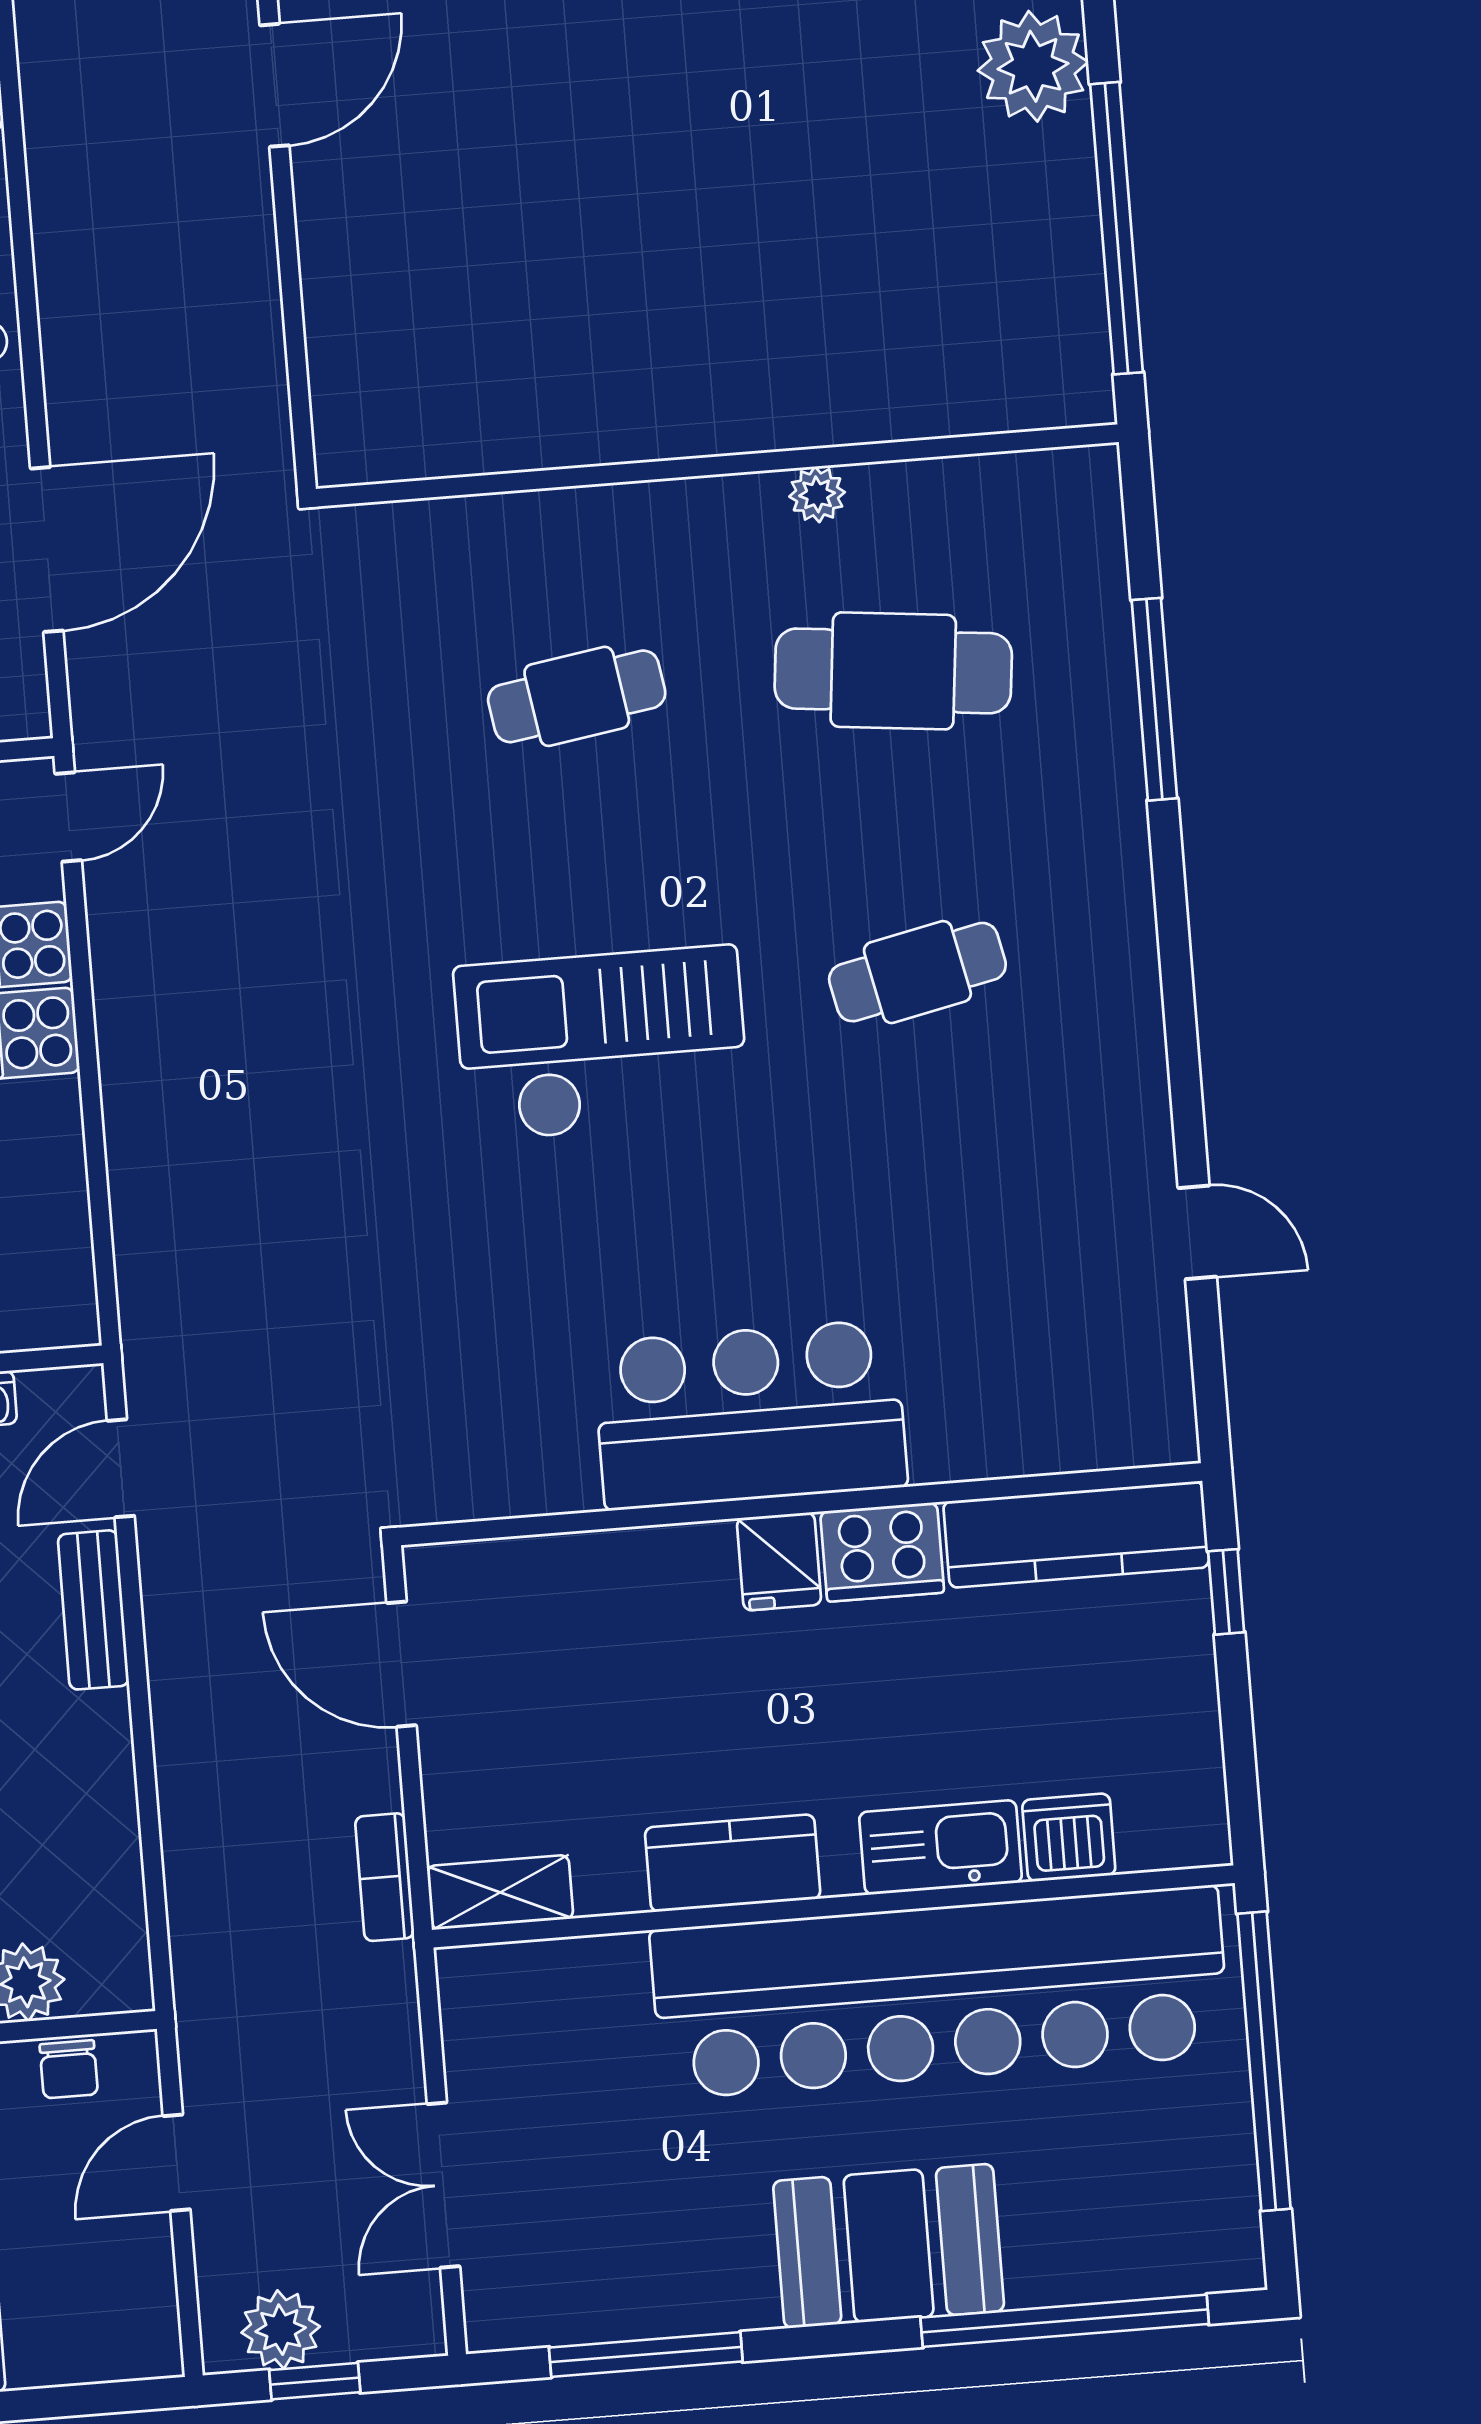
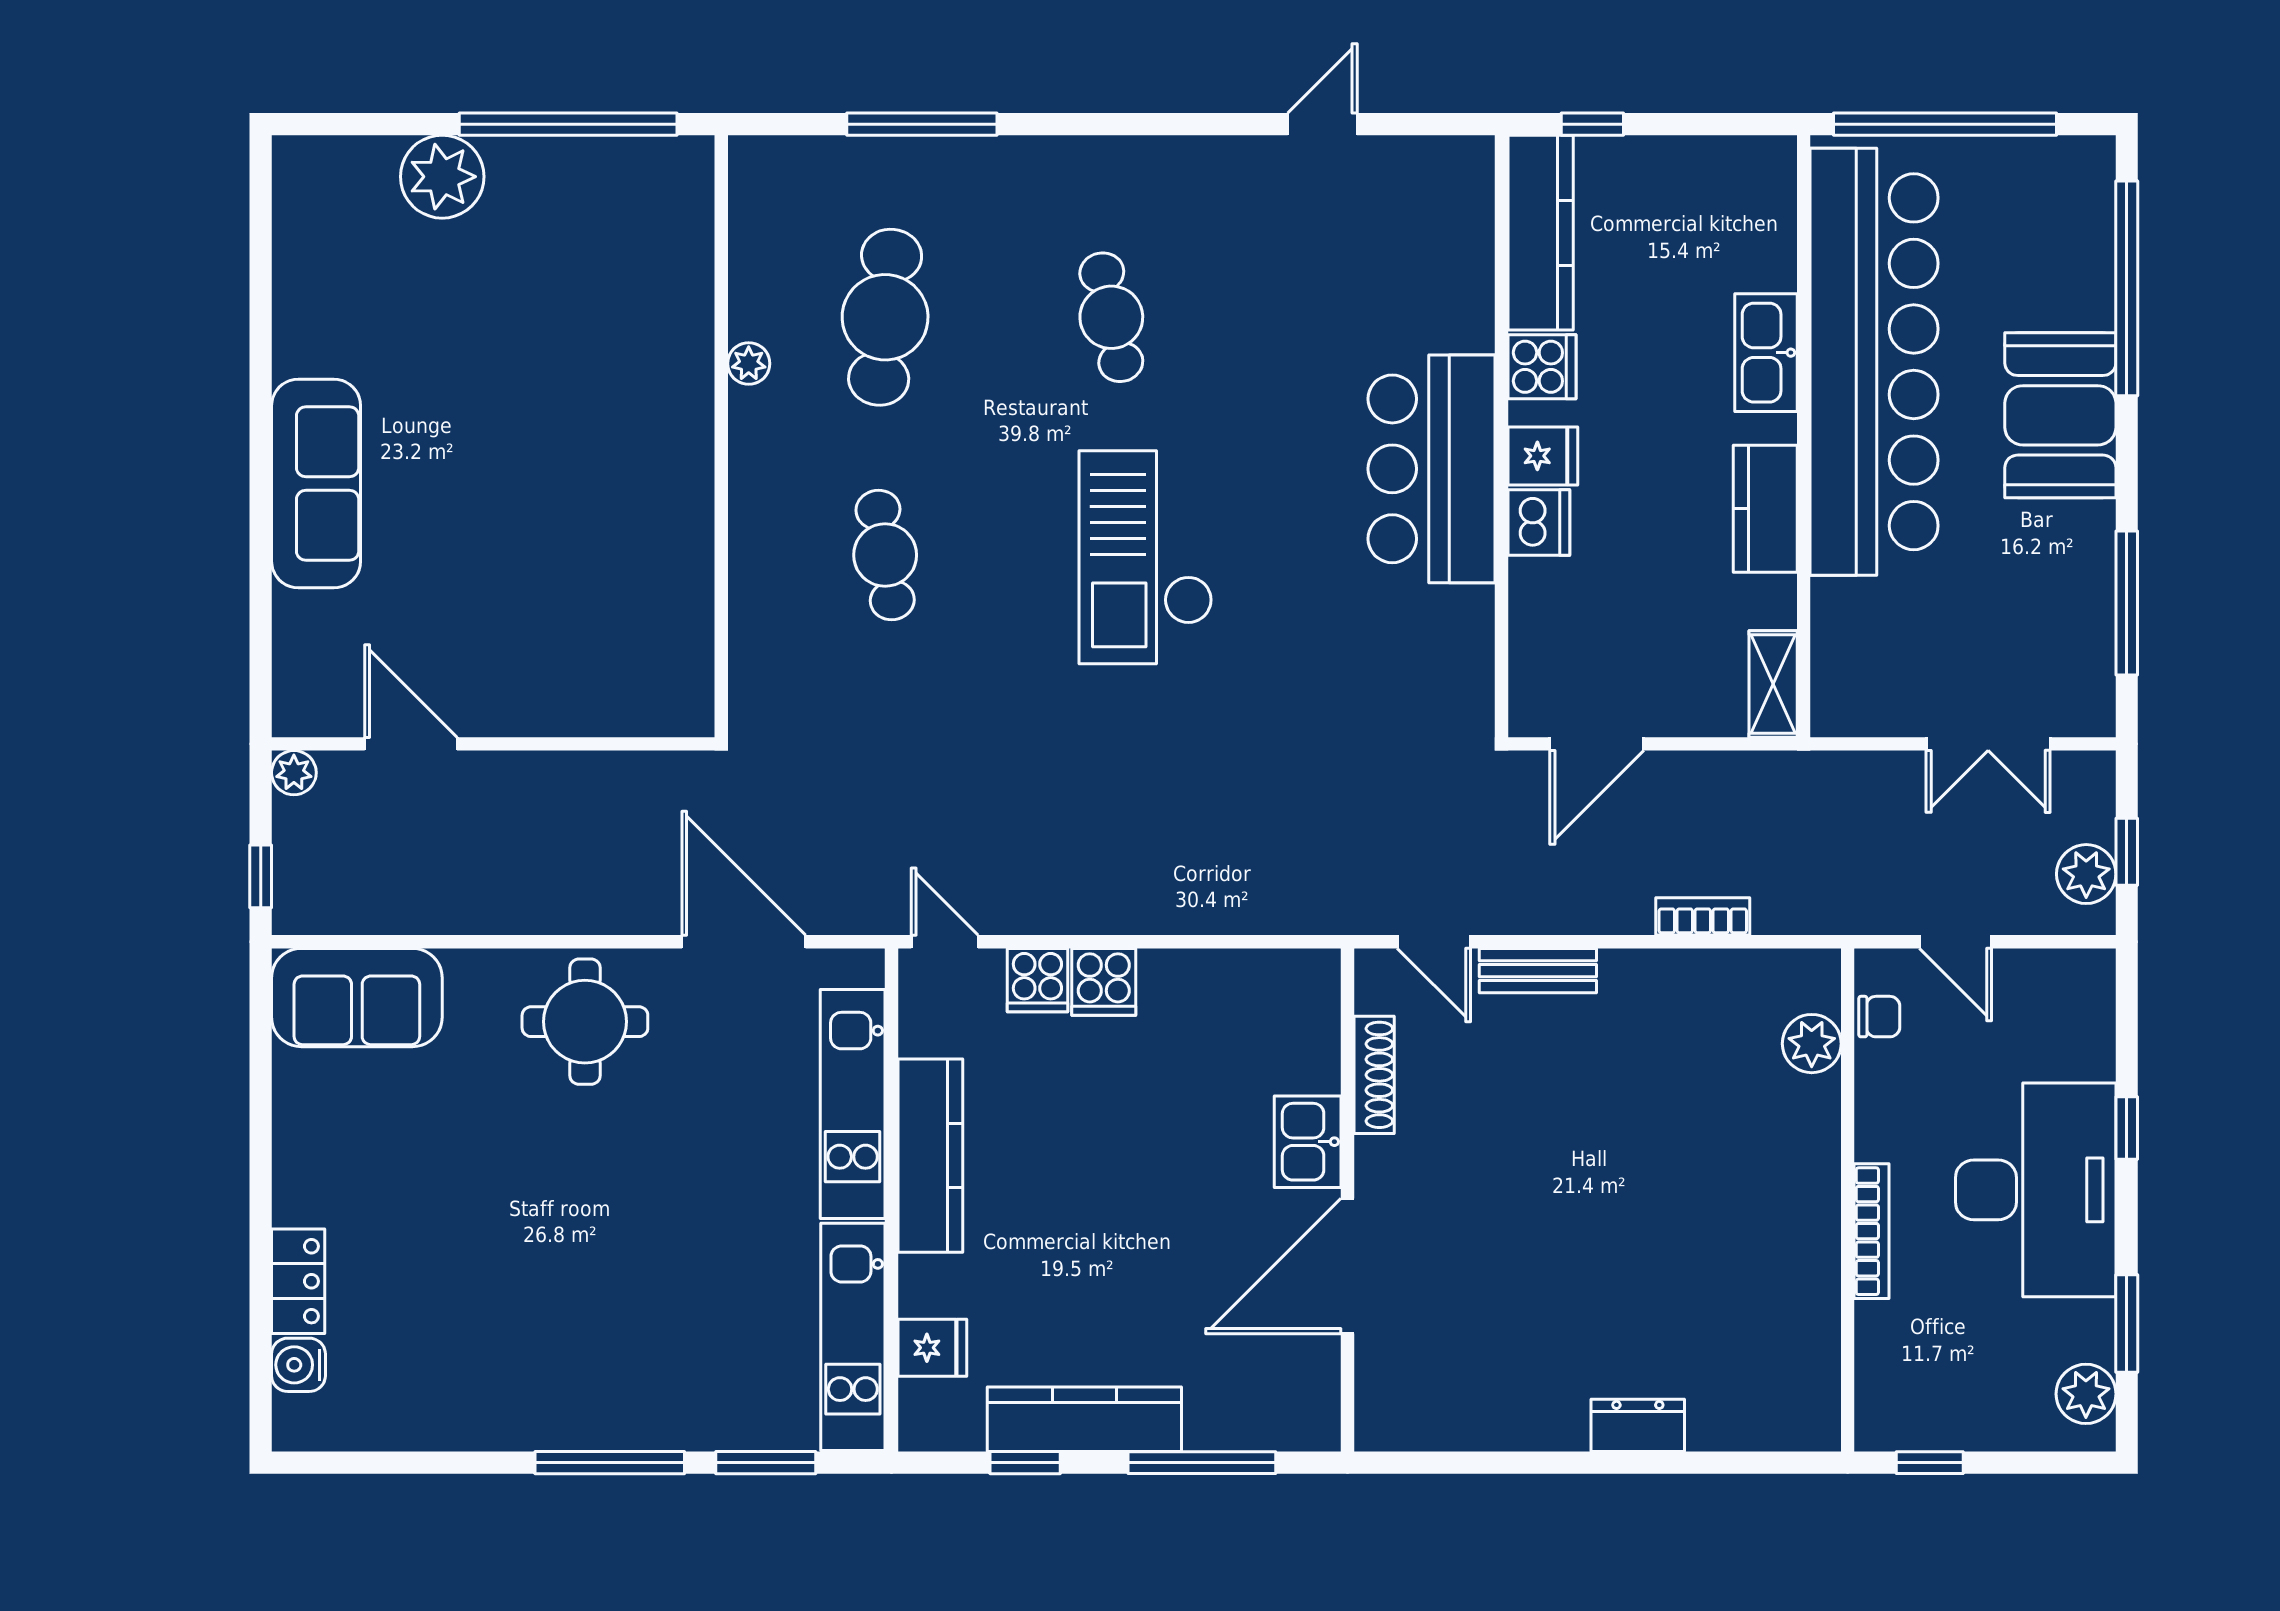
cooker: (882, 1552) -> (1542, 367), width x0.73
dishwasher: (1069, 1837) -> (1539, 522), moved, turned 180
bookcase: (385, 1877) -> (1703, 916), moved, turned 180

